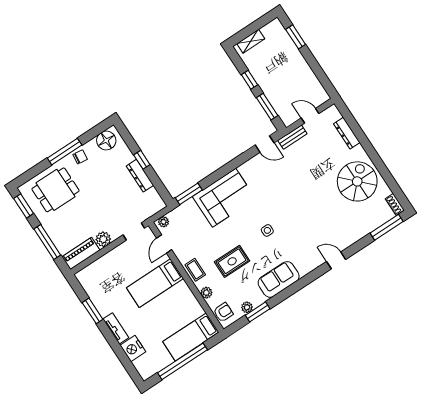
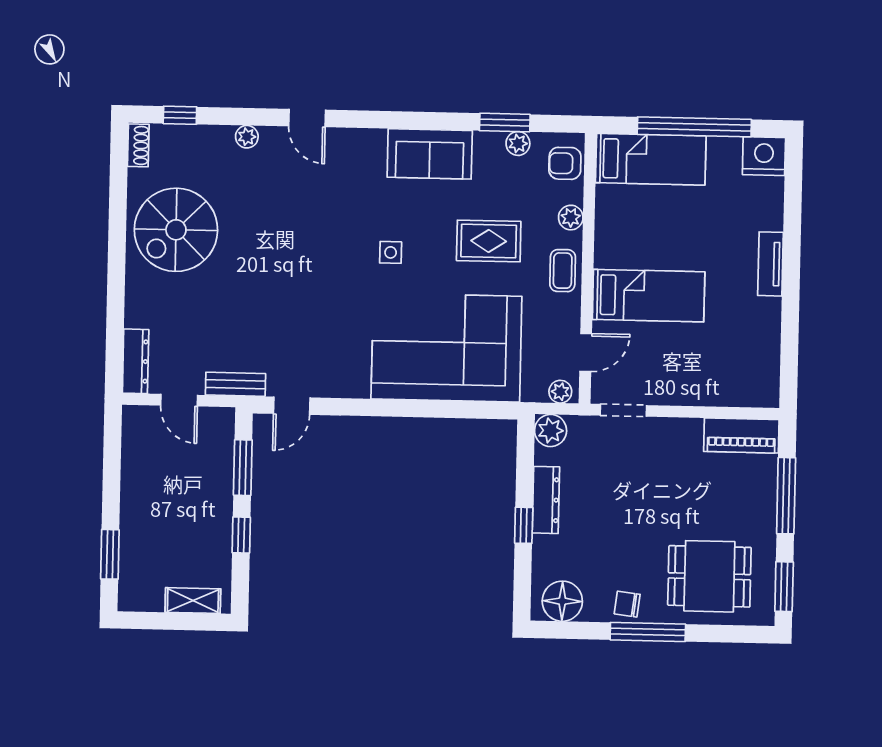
dresser: (347, 133) -> (136, 361), moved
door: (265, 144) -> (292, 406), swing flipped
window: (189, 194) -> (483, 410), removed
corner sofa: (224, 198) -> (446, 348), width x1.36, depth x1.36
window: (387, 227) -> (180, 115), width x0.46
plant: (355, 237) -> (247, 137), added
plant: (103, 239) -> (551, 430), moved
window: (93, 311) -> (790, 322), removed
nightstand: (133, 348) -> (764, 156), moved, turned -90

